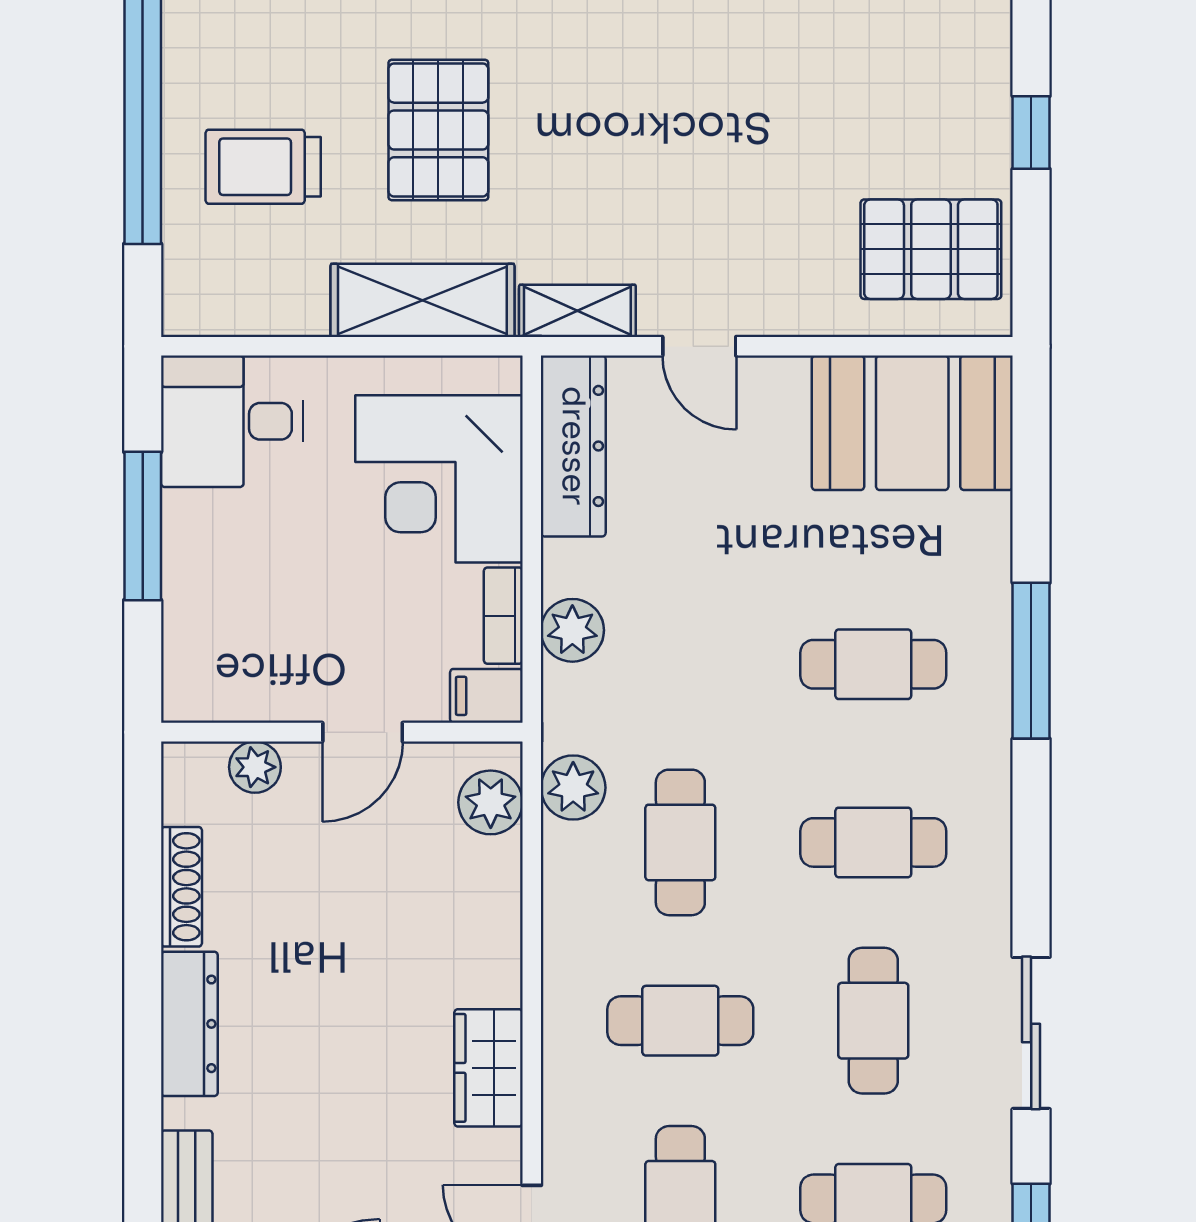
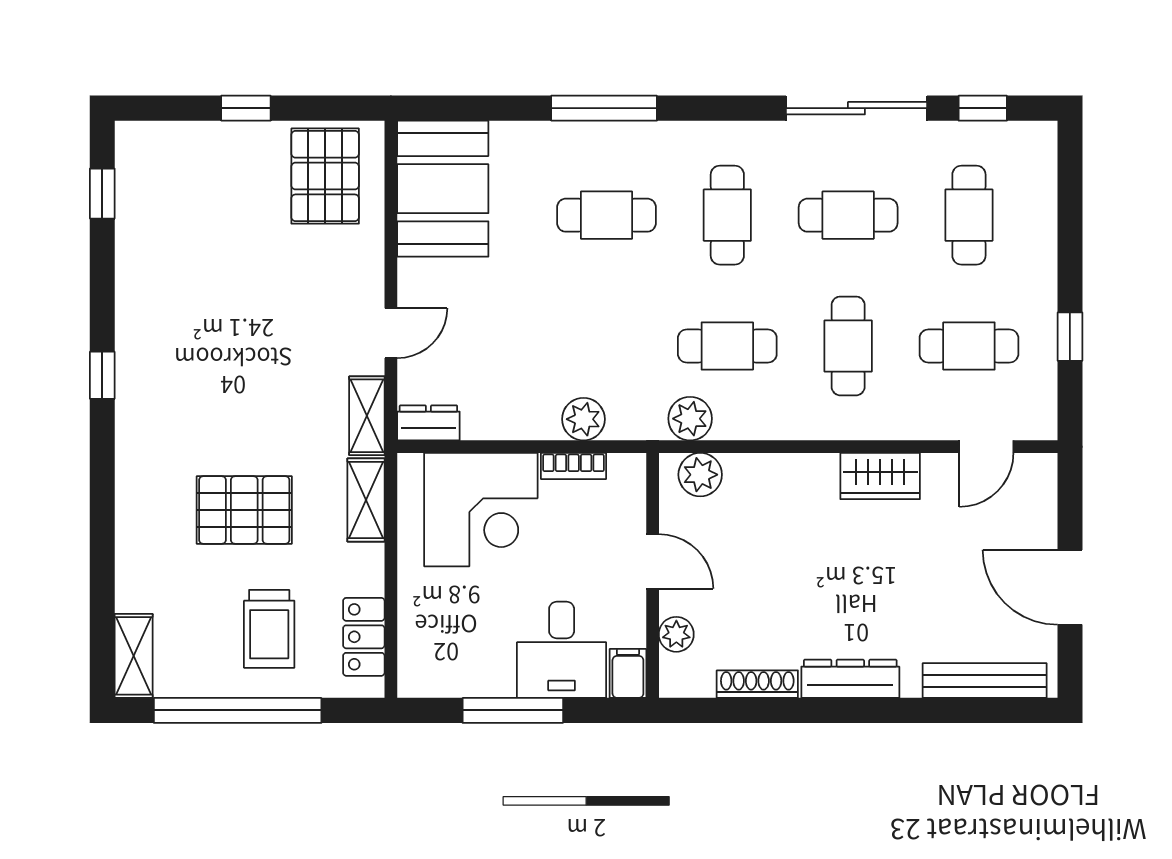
shelving: (422, 300) -> (366, 500), width x0.67, depth x0.75
locker: (251, 306) -> (364, 637), added
desk: (232, 421) -> (562, 650), moved
dresser: (573, 446) -> (428, 423), width x0.51, depth x0.80
cafe table: (873, 664) -> (607, 215), turned 90
filing cabinet: (486, 696) -> (628, 673), moved, turned 180
sliding door: (1031, 1033) -> (856, 108), width x1.37

